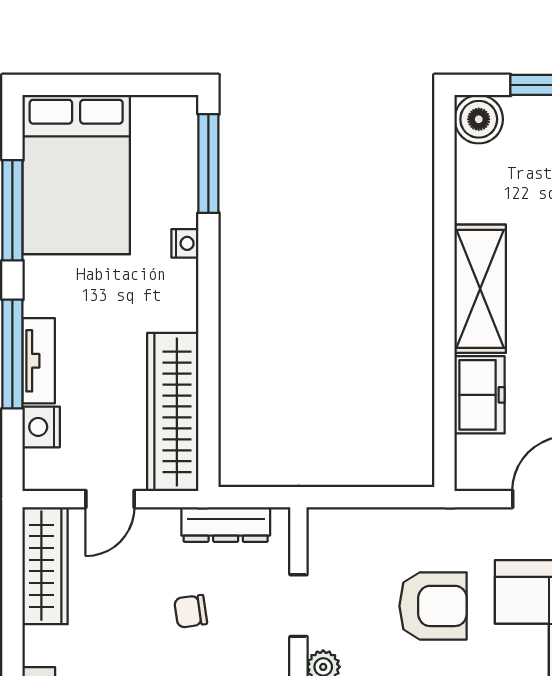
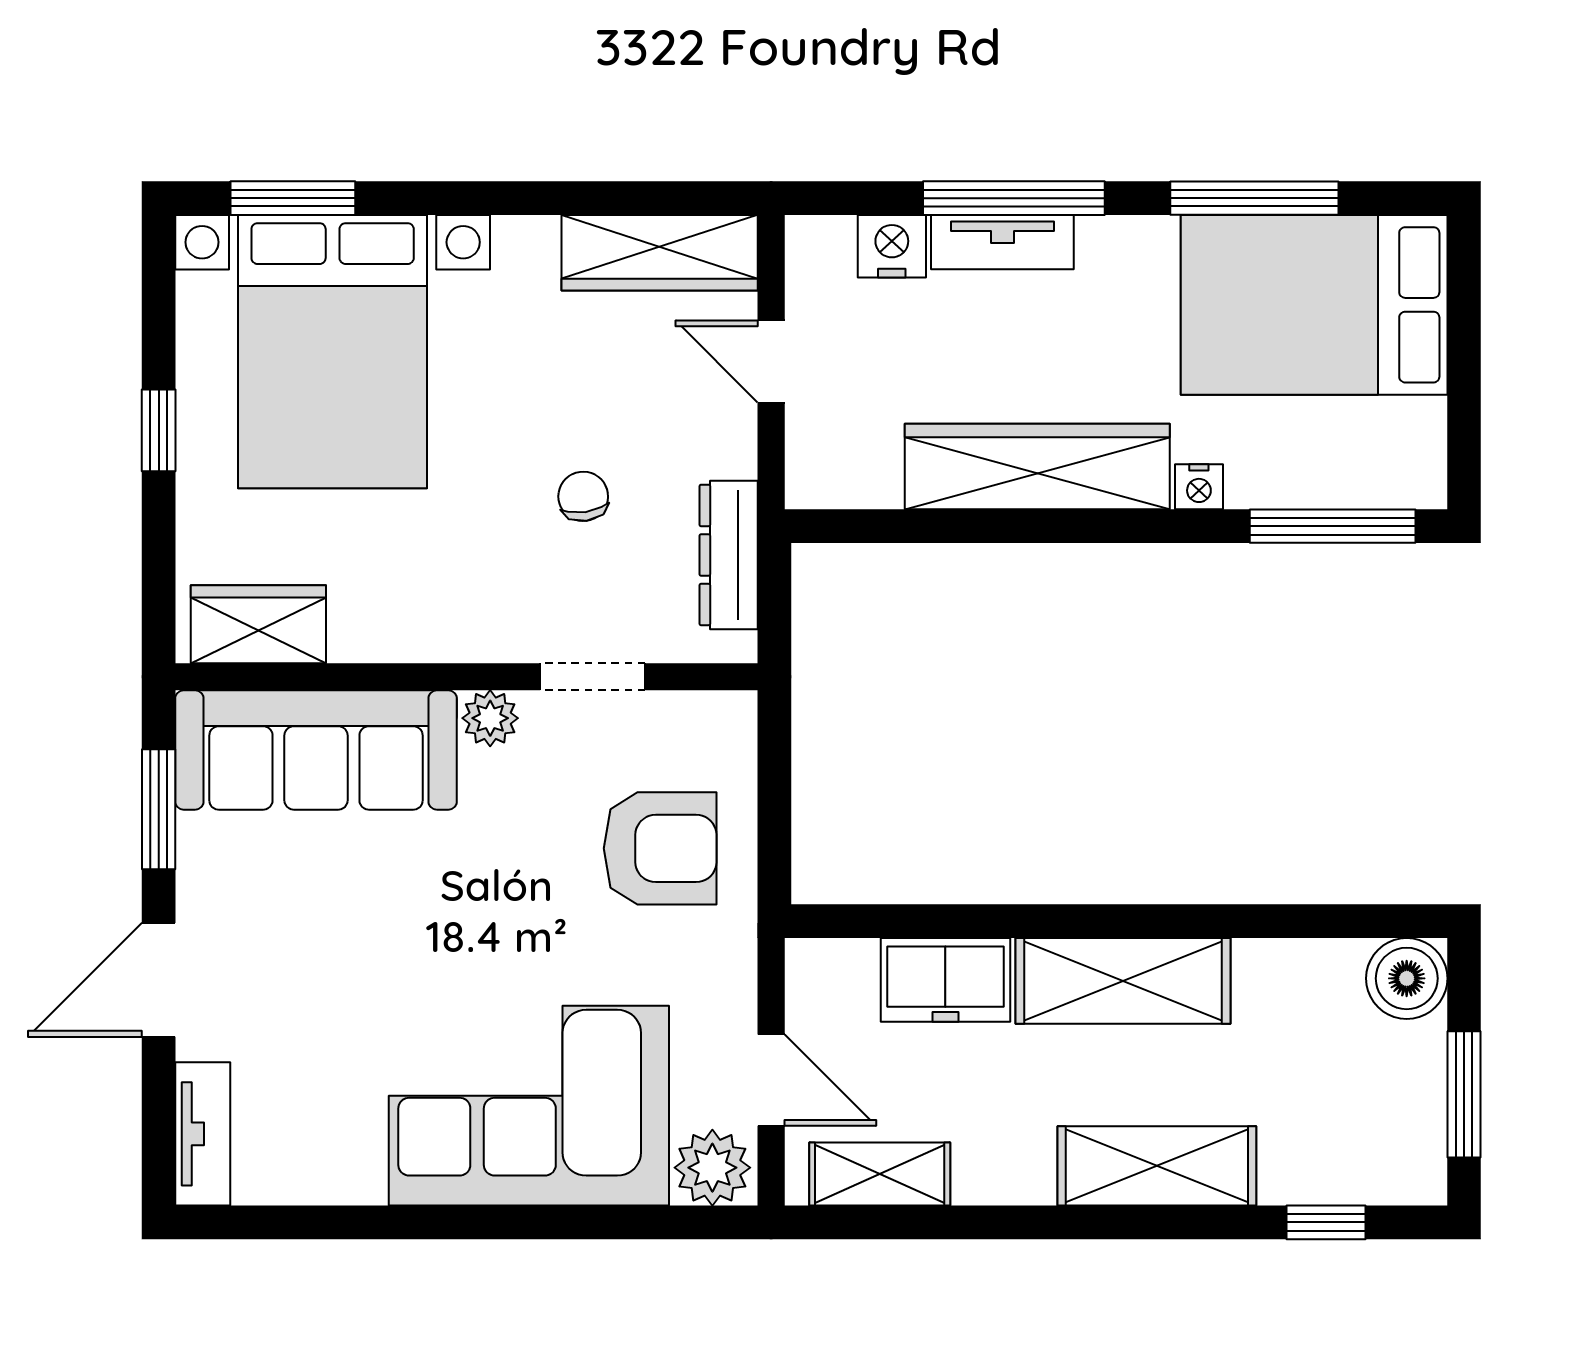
wardrobe: (173, 412) -> (1037, 467), moved
armchair: (433, 606) -> (660, 848), moved, turned -90

